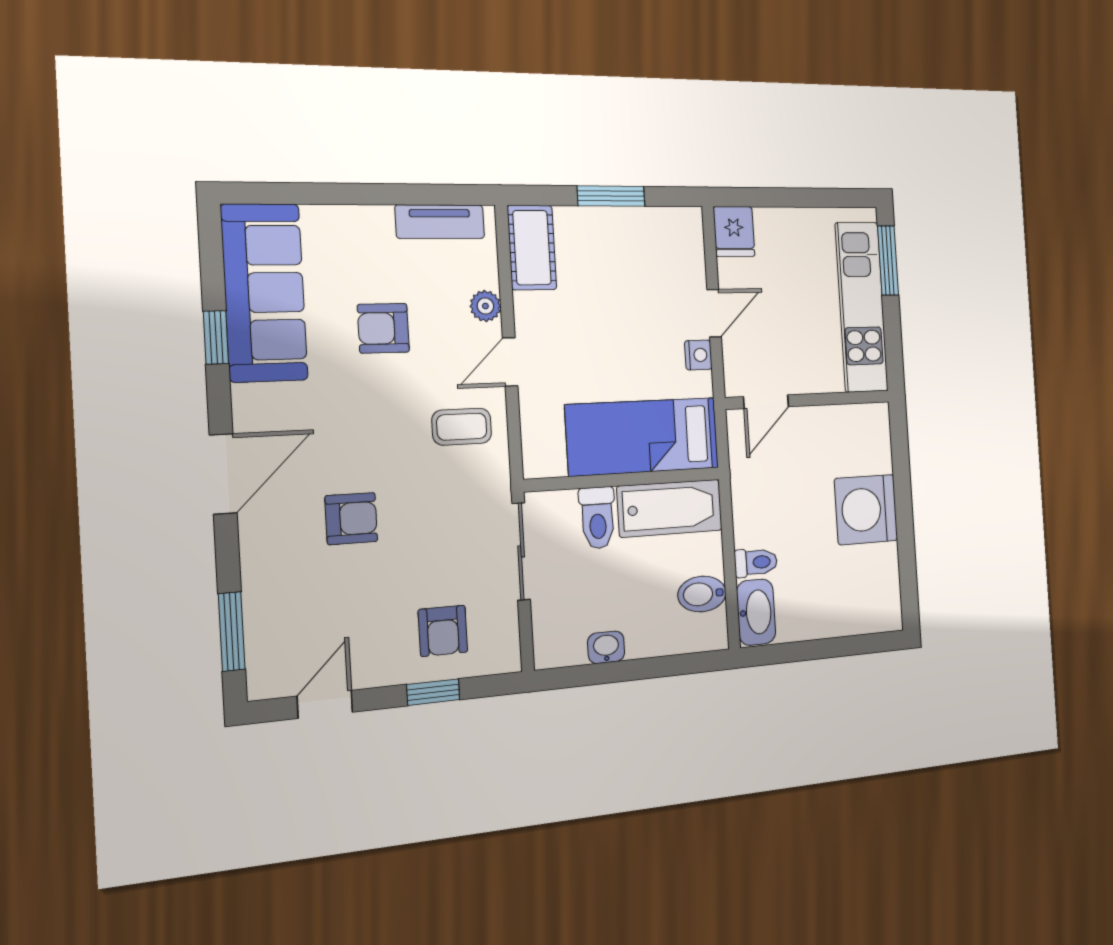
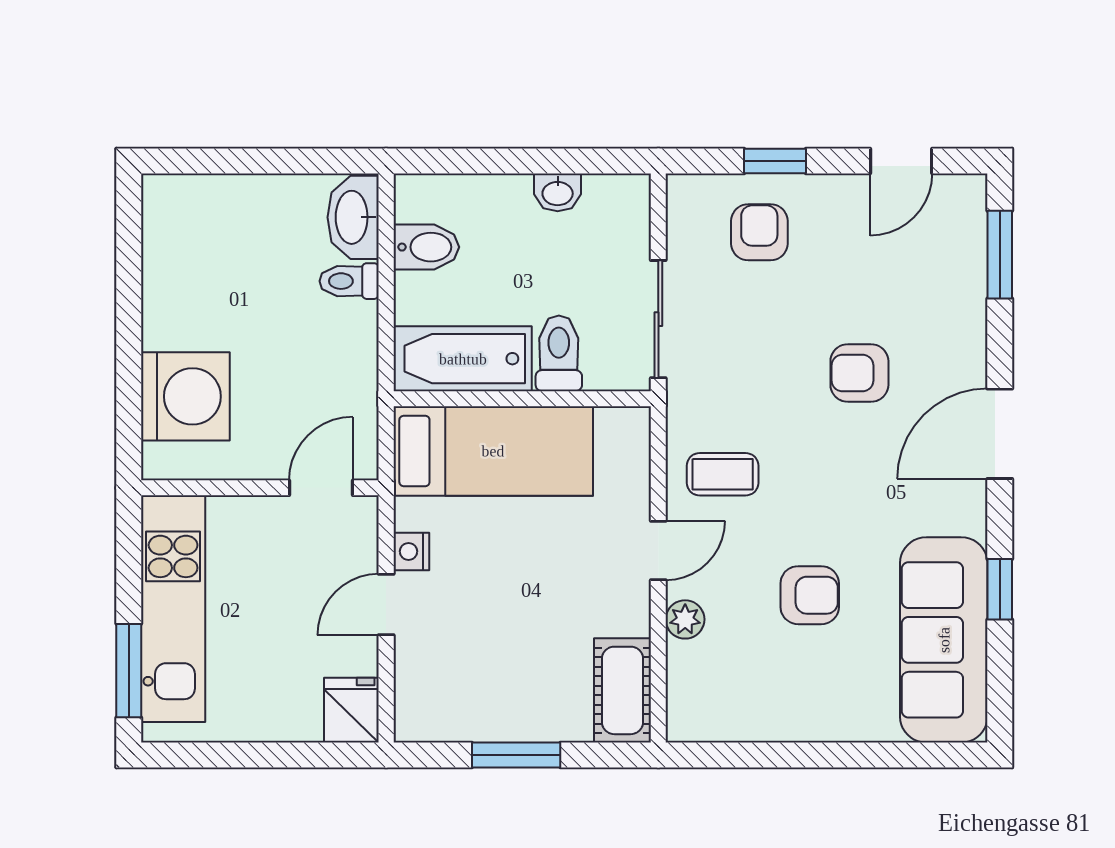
tv unit: (440, 222) -> (735, 722), removed
washing machine: (866, 509) -> (185, 396), moved

